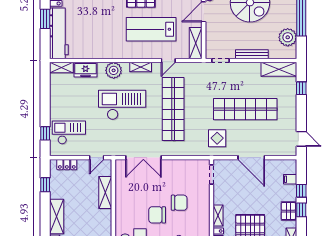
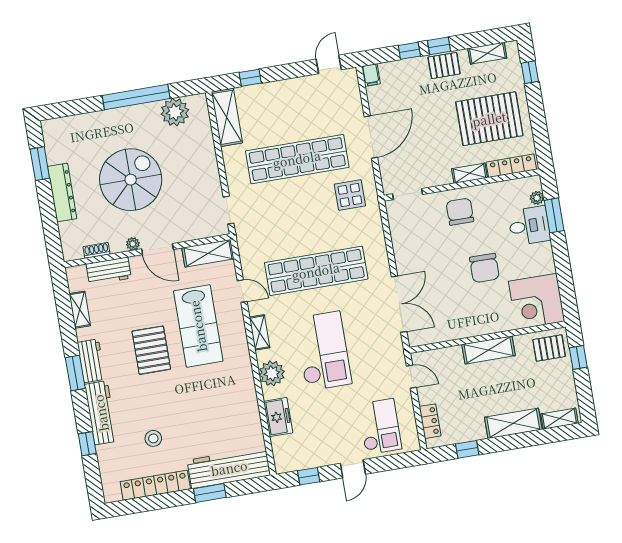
bench: (252, 54) -> (211, 163), removed
shelving: (61, 68) -> (281, 455), removed
checkout: (122, 105) -> (323, 351), turned 180
shop shelf: (245, 109) -> (297, 159), turned 90
door: (45, 111) -> (353, 469), added
checkout: (69, 132) -> (380, 426), turned 180
window: (45, 133) -> (309, 476), moved
filing cabinet: (290, 179) -> (371, 75), moved
shelving: (105, 193) -> (489, 350), moved
chair: (179, 203) -> (460, 212), moved

